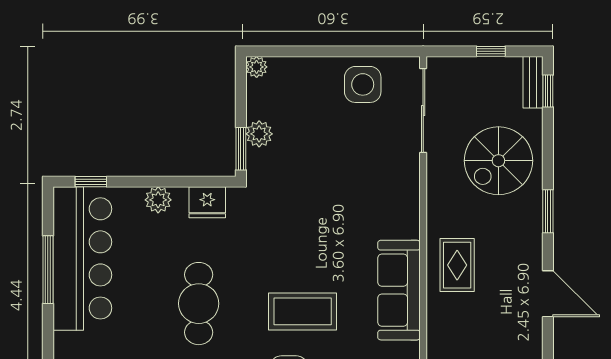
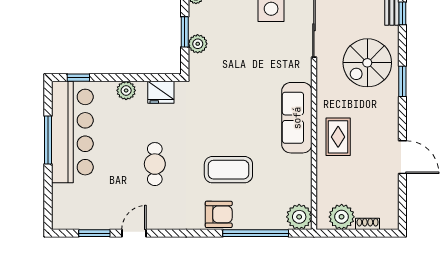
window: (241, 149) -> (185, 32), moved
window: (548, 211) -> (402, 81), moved
sofa: (399, 290) -> (297, 118), moved
cafe table: (199, 304) -> (155, 164), width x0.73, depth x0.74

